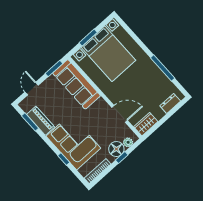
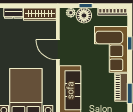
door: (120, 114) -> (58, 50), moved
wardrobe: (146, 124) -> (40, 14), width x1.50

